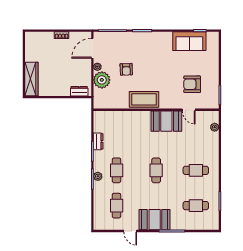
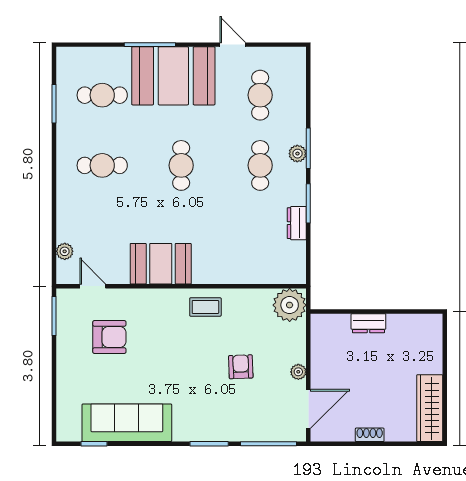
sofa: (189, 41) -> (127, 423), width x1.36
wardrobe: (31, 79) -> (430, 408), moved
plant: (102, 80) -> (290, 305), moved
dresser: (79, 91) -> (368, 323), moved
coffee table: (144, 99) -> (205, 307), width x0.54, depth x0.58
door: (189, 110) -> (93, 286), moved
booth: (155, 220) -> (173, 76), width x1.36, depth x1.42

